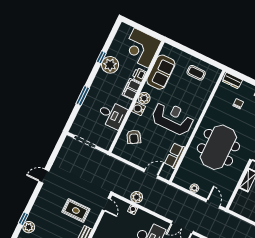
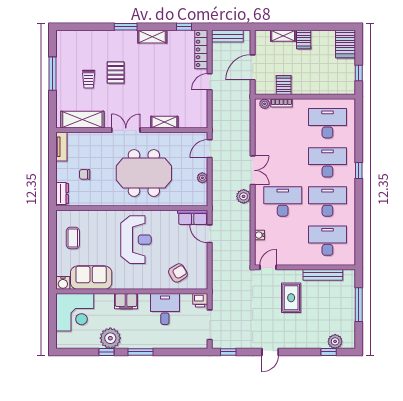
printer: (139, 75) -> (200, 300), moved
window: (83, 96) -> (140, 352), moved
plant: (144, 98) -> (129, 282), removed
water cooler: (138, 109) -> (63, 283), moved
reception desk: (173, 118) -> (136, 240), turned 180
window: (59, 146) -> (228, 352), added
row of seats: (175, 156) -> (193, 217), moved
door: (44, 176) -> (270, 352), hinge flipped
plant: (137, 197) -> (244, 196), moved

